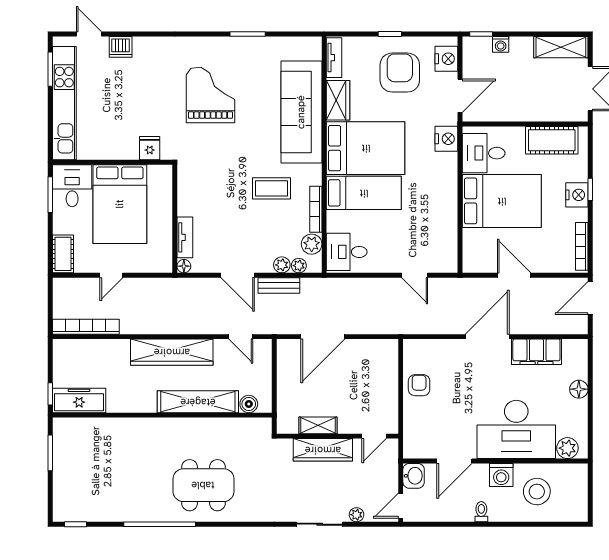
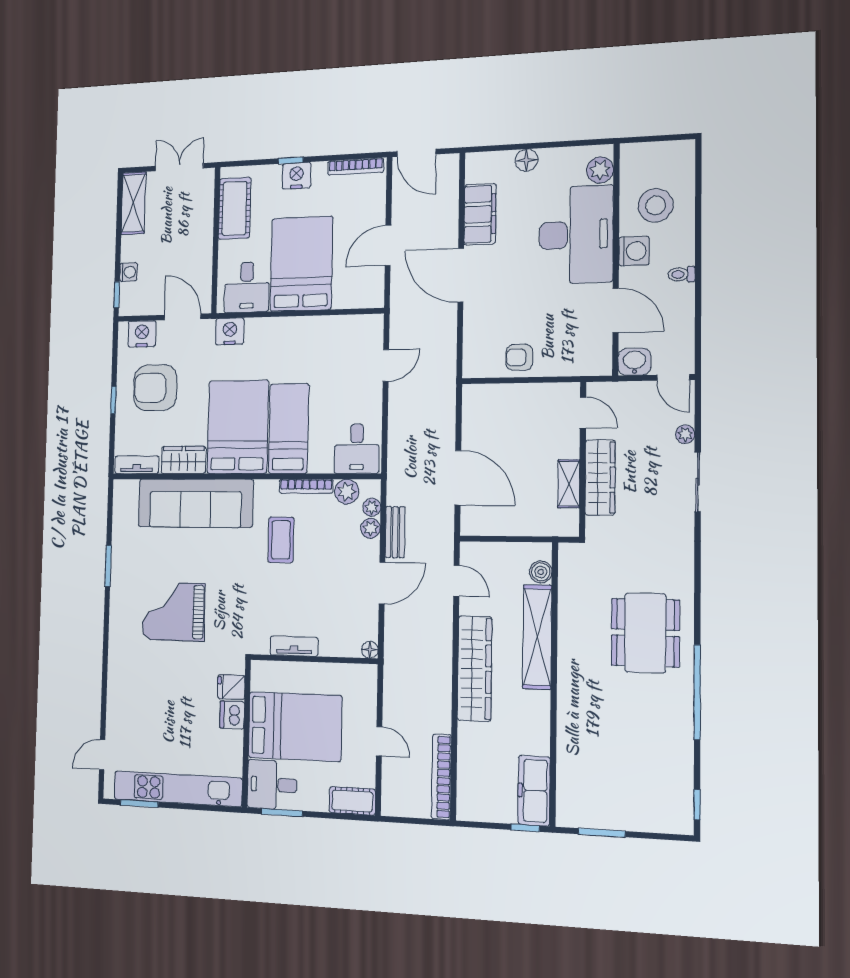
dishwasher: (121, 47) -> (232, 715), moved, turned 180
tv unit: (185, 237) -> (294, 646), moved
door: (241, 337) -> (456, 581), hinge flipped

